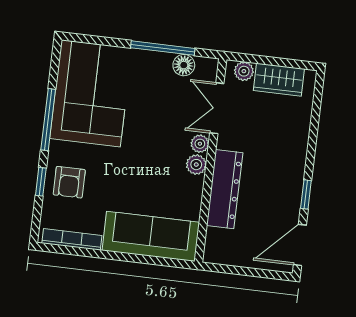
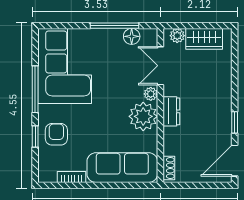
plant: (196, 165) -> (143, 116), width x1.87, depth x1.87
armchair: (69, 182) -> (56, 134), turned 180
dresser: (225, 189) -> (171, 111), width x0.51, depth x0.80
bookcase: (72, 239) -> (71, 177), width x0.64
shoe rack: (212, 244) -> (169, 168), added

